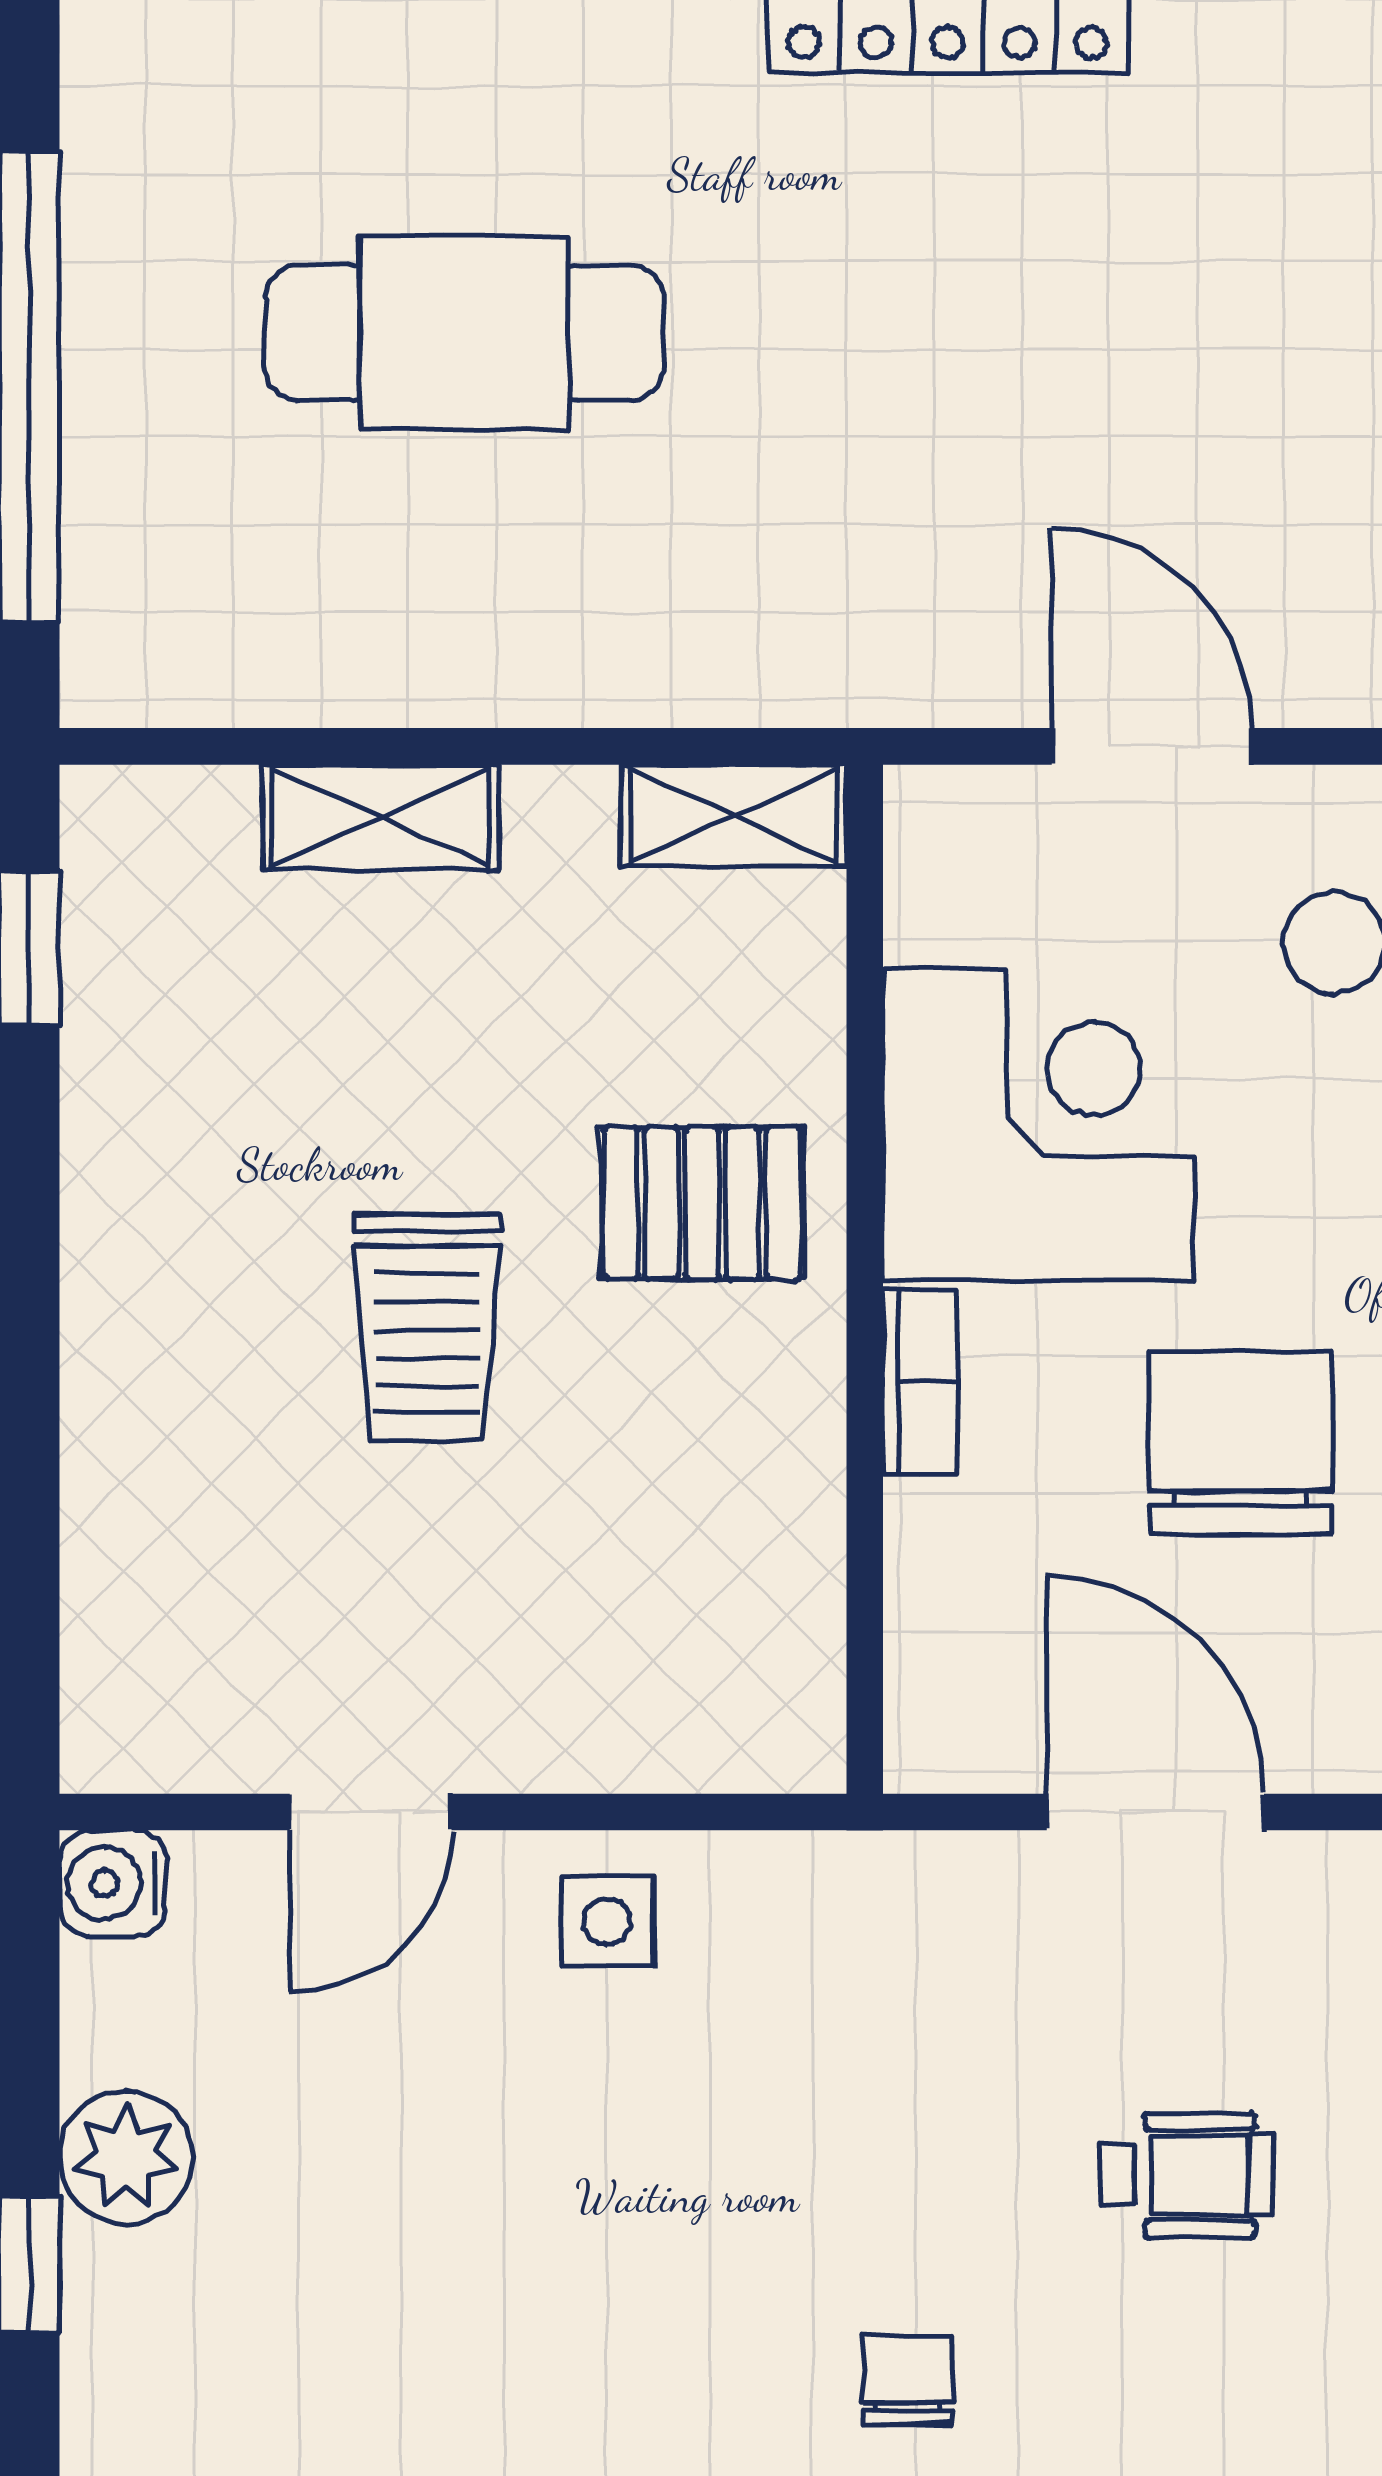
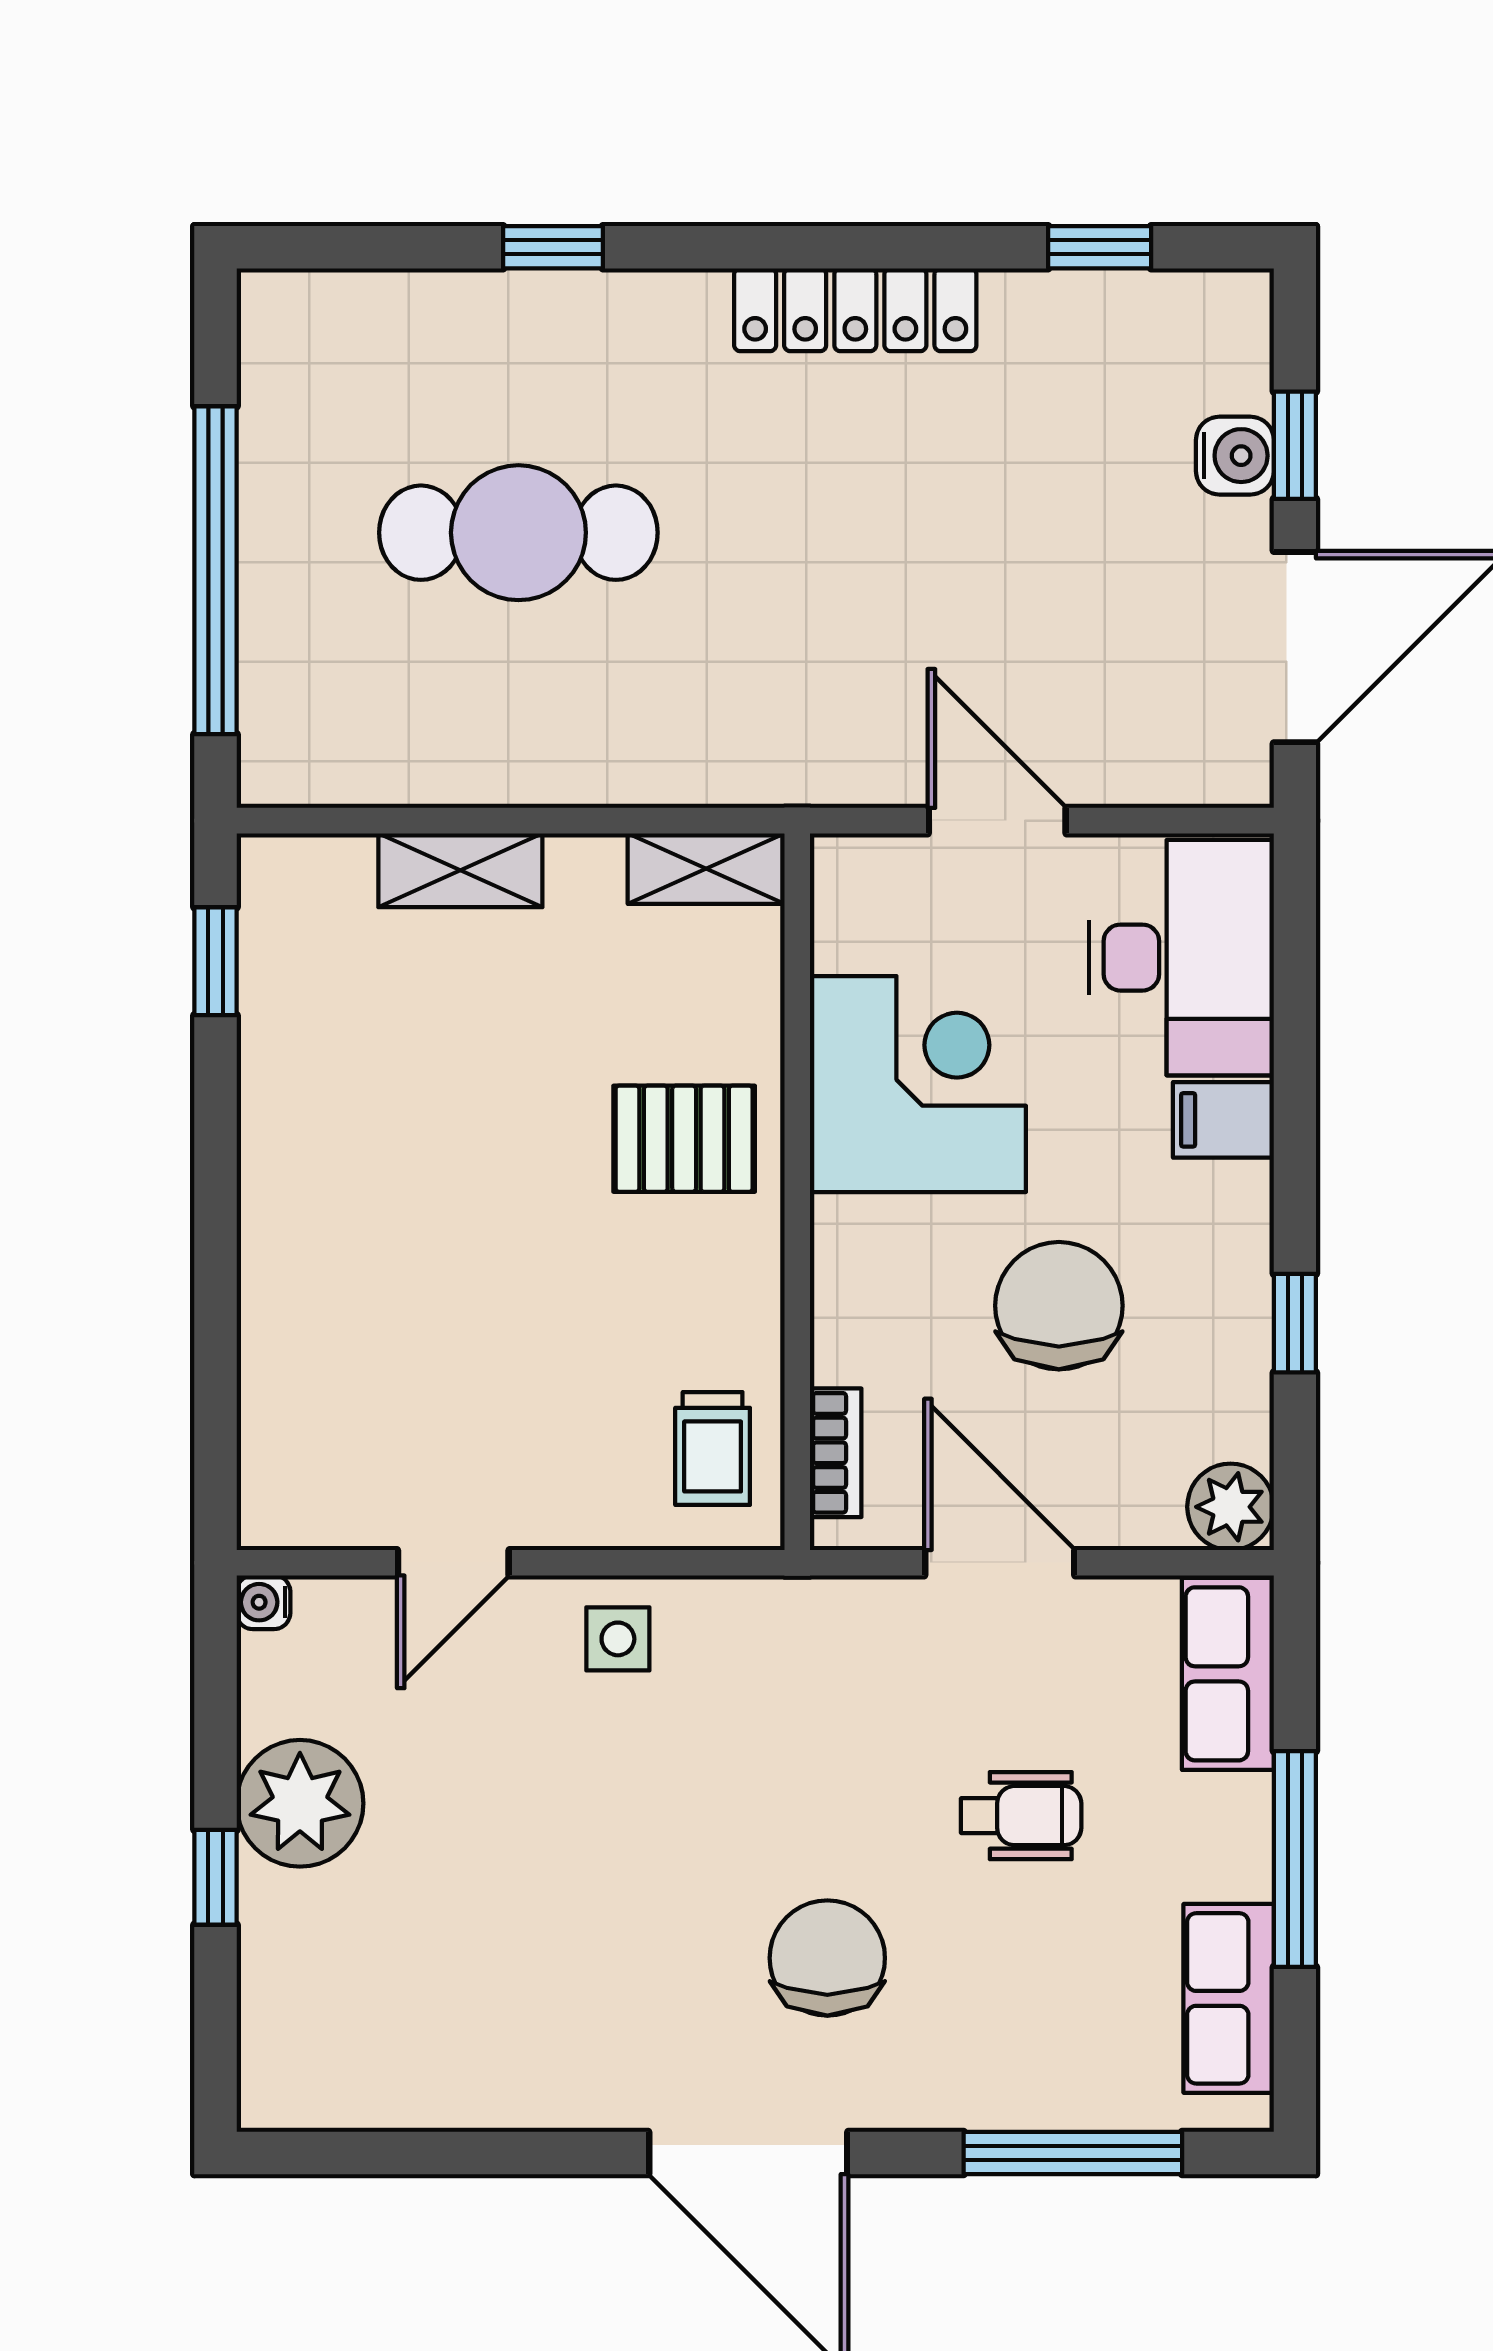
trolley: (427, 1328) -> (713, 1449), moved, width x0.73, depth x0.72
bookcase: (920, 1382) -> (836, 1453), moved
water cooler: (113, 1883) -> (263, 1602), width x0.72, depth x0.72
plant: (126, 2158) -> (300, 1803), width x1.36, depth x1.36
chair: (908, 2380) -> (827, 1958), width x1.87, depth x1.87

